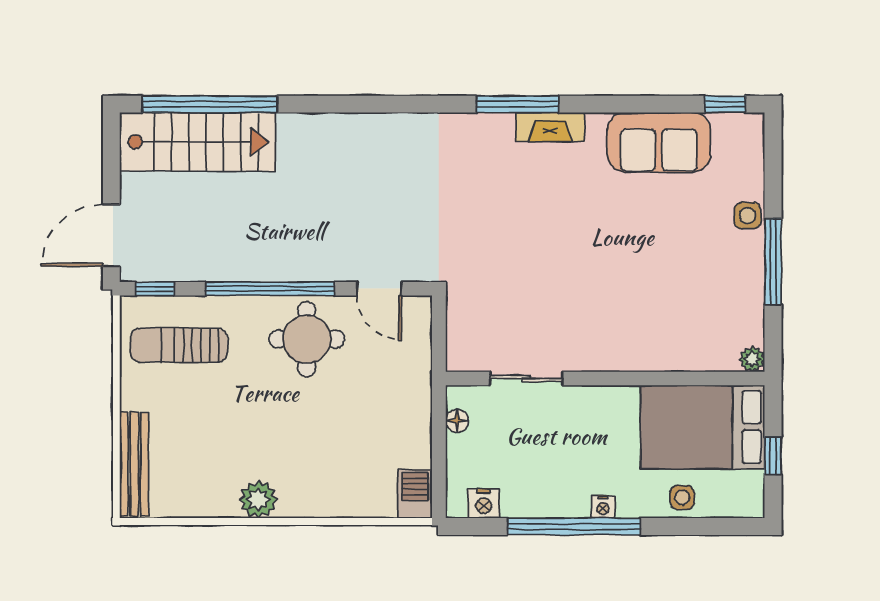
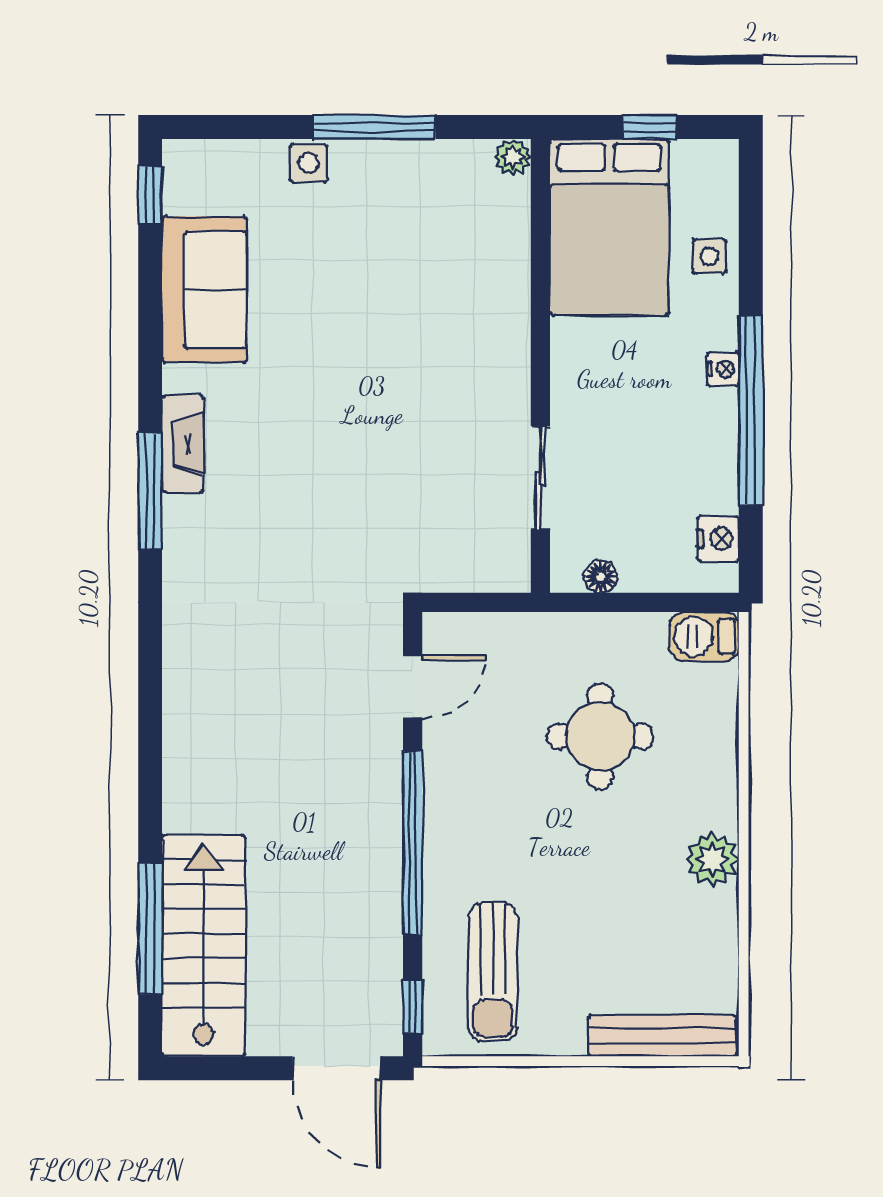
window: (210, 104) -> (150, 929), width x0.68
round table: (307, 339) -> (600, 736), moved

